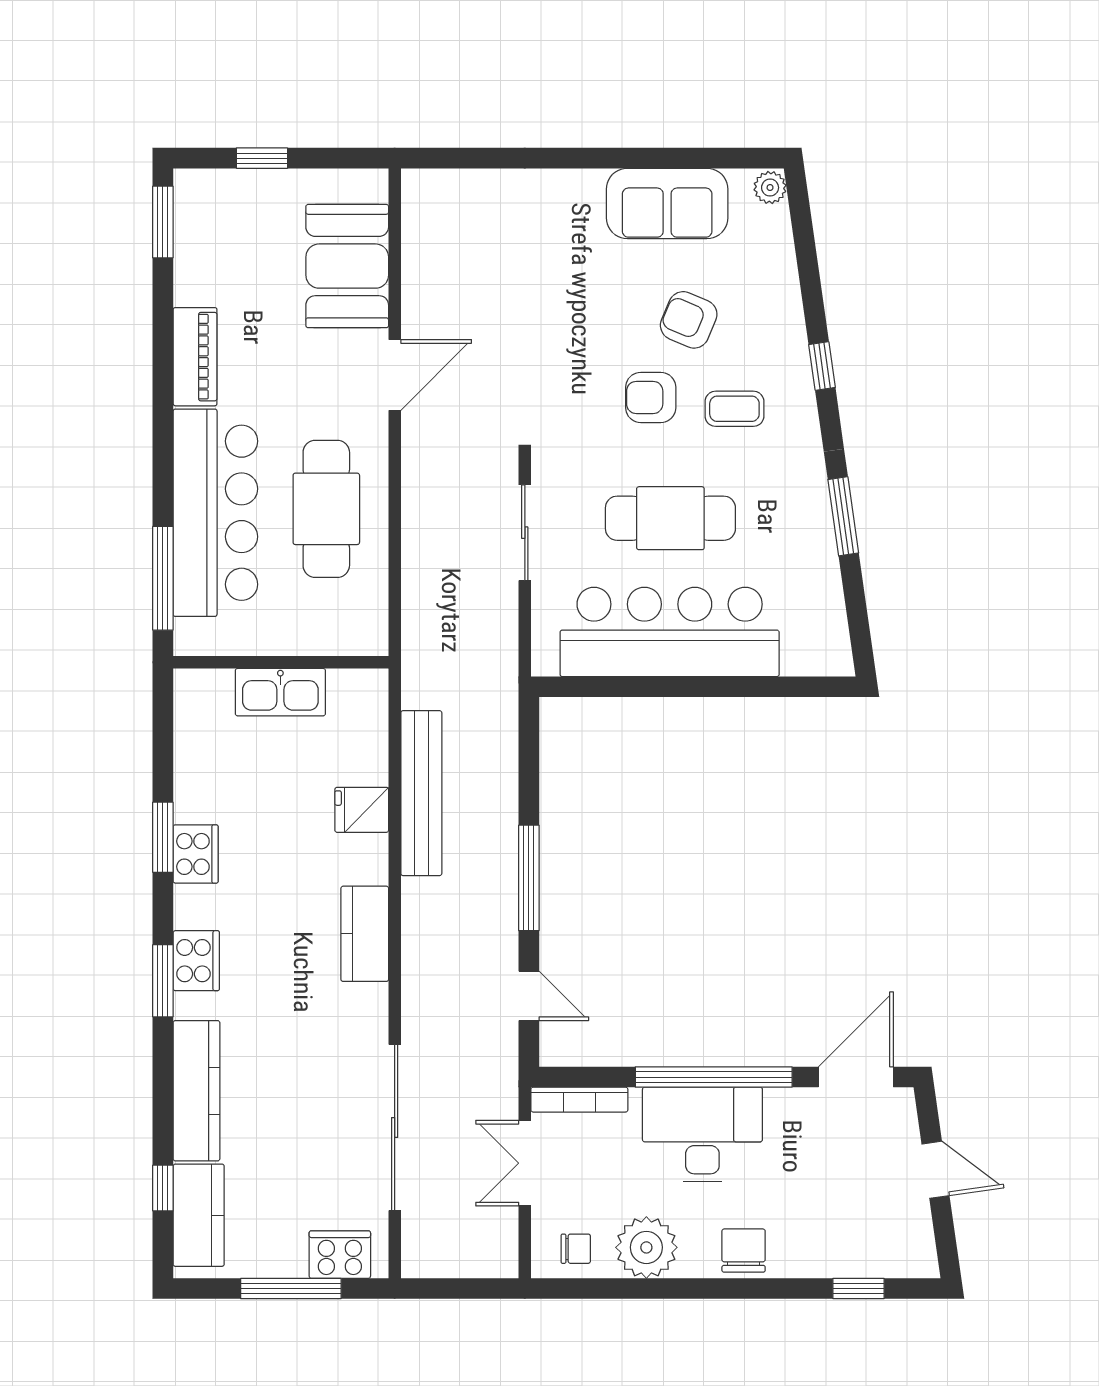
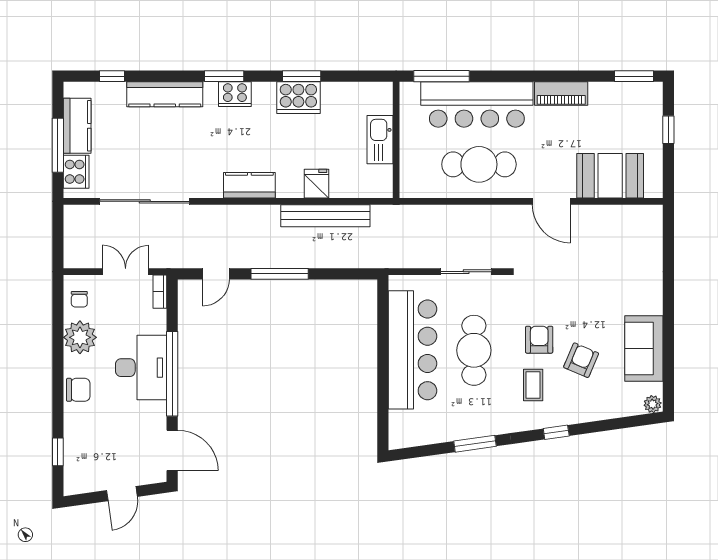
cooker: (196, 854) -> (298, 98), width x1.37, depth x1.31
bookcase: (579, 1100) -> (160, 292), width x0.64
kitchen counter: (199, 1215) -> (77, 126), moved, turned -90

